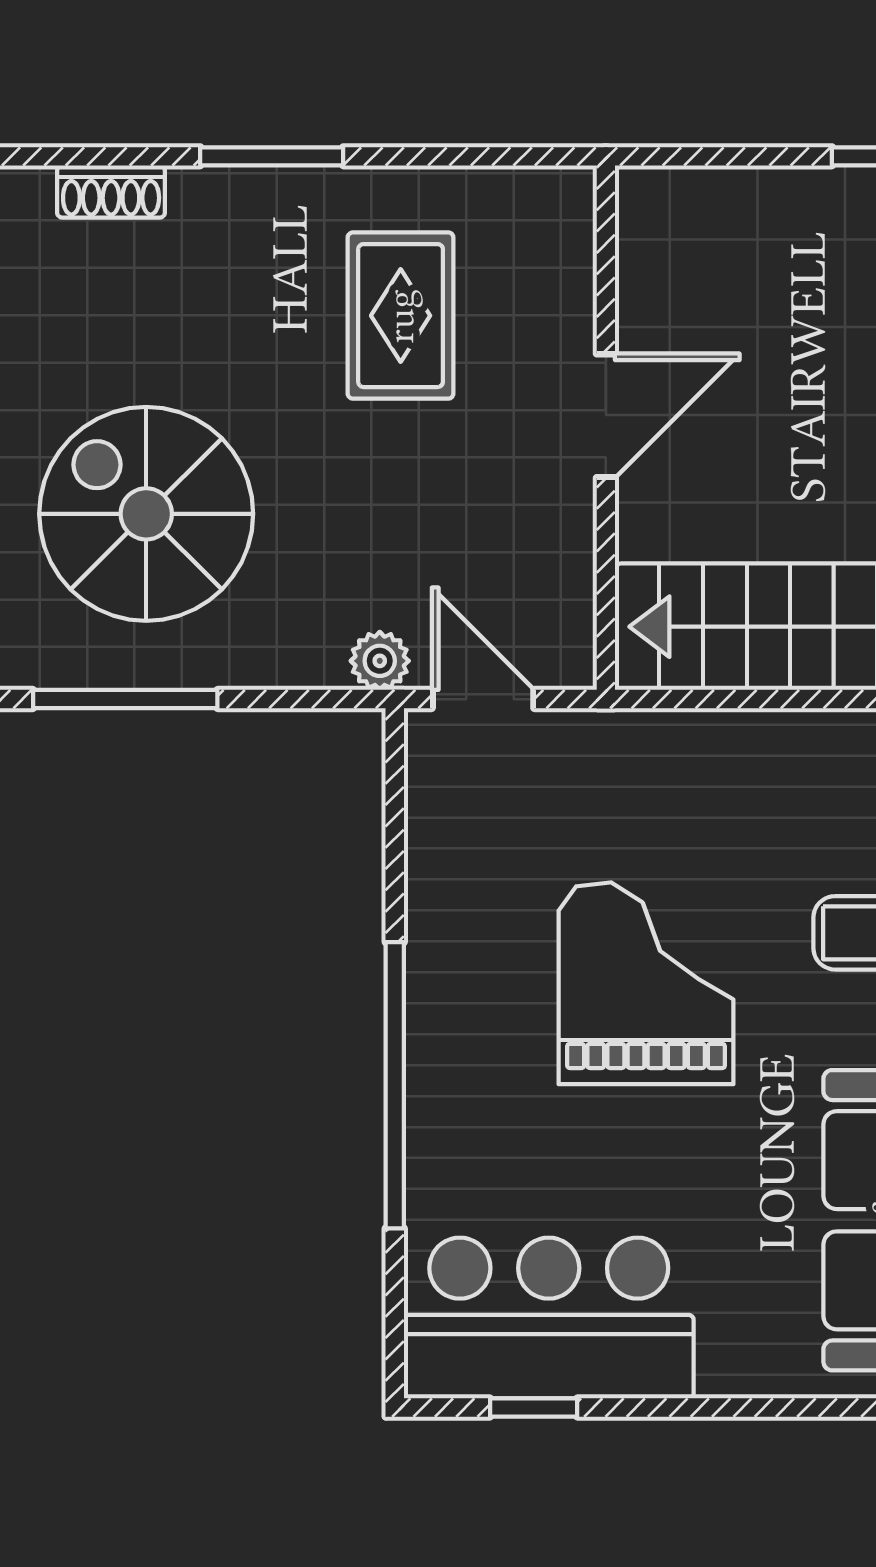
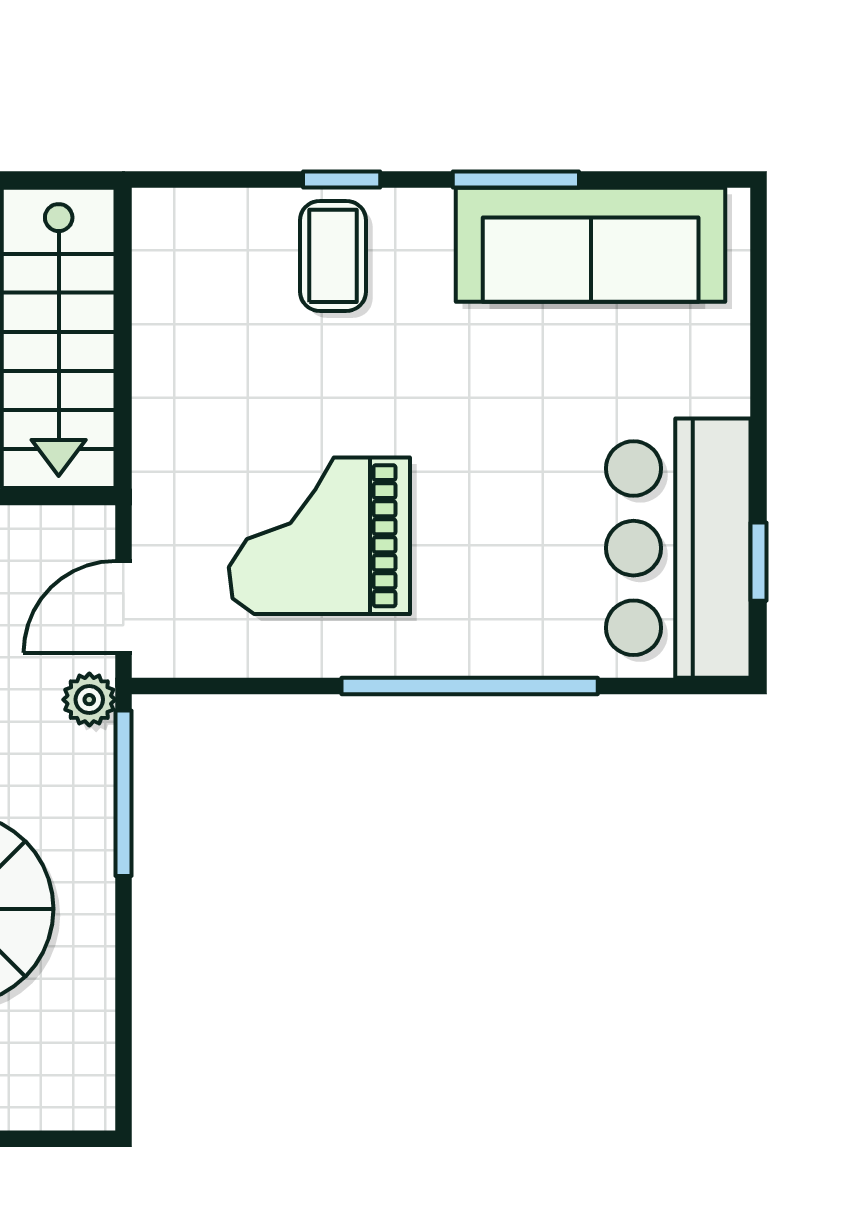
window: (125, 699) -> (123, 793), moved
grand piano: (646, 983) -> (319, 536), moved

